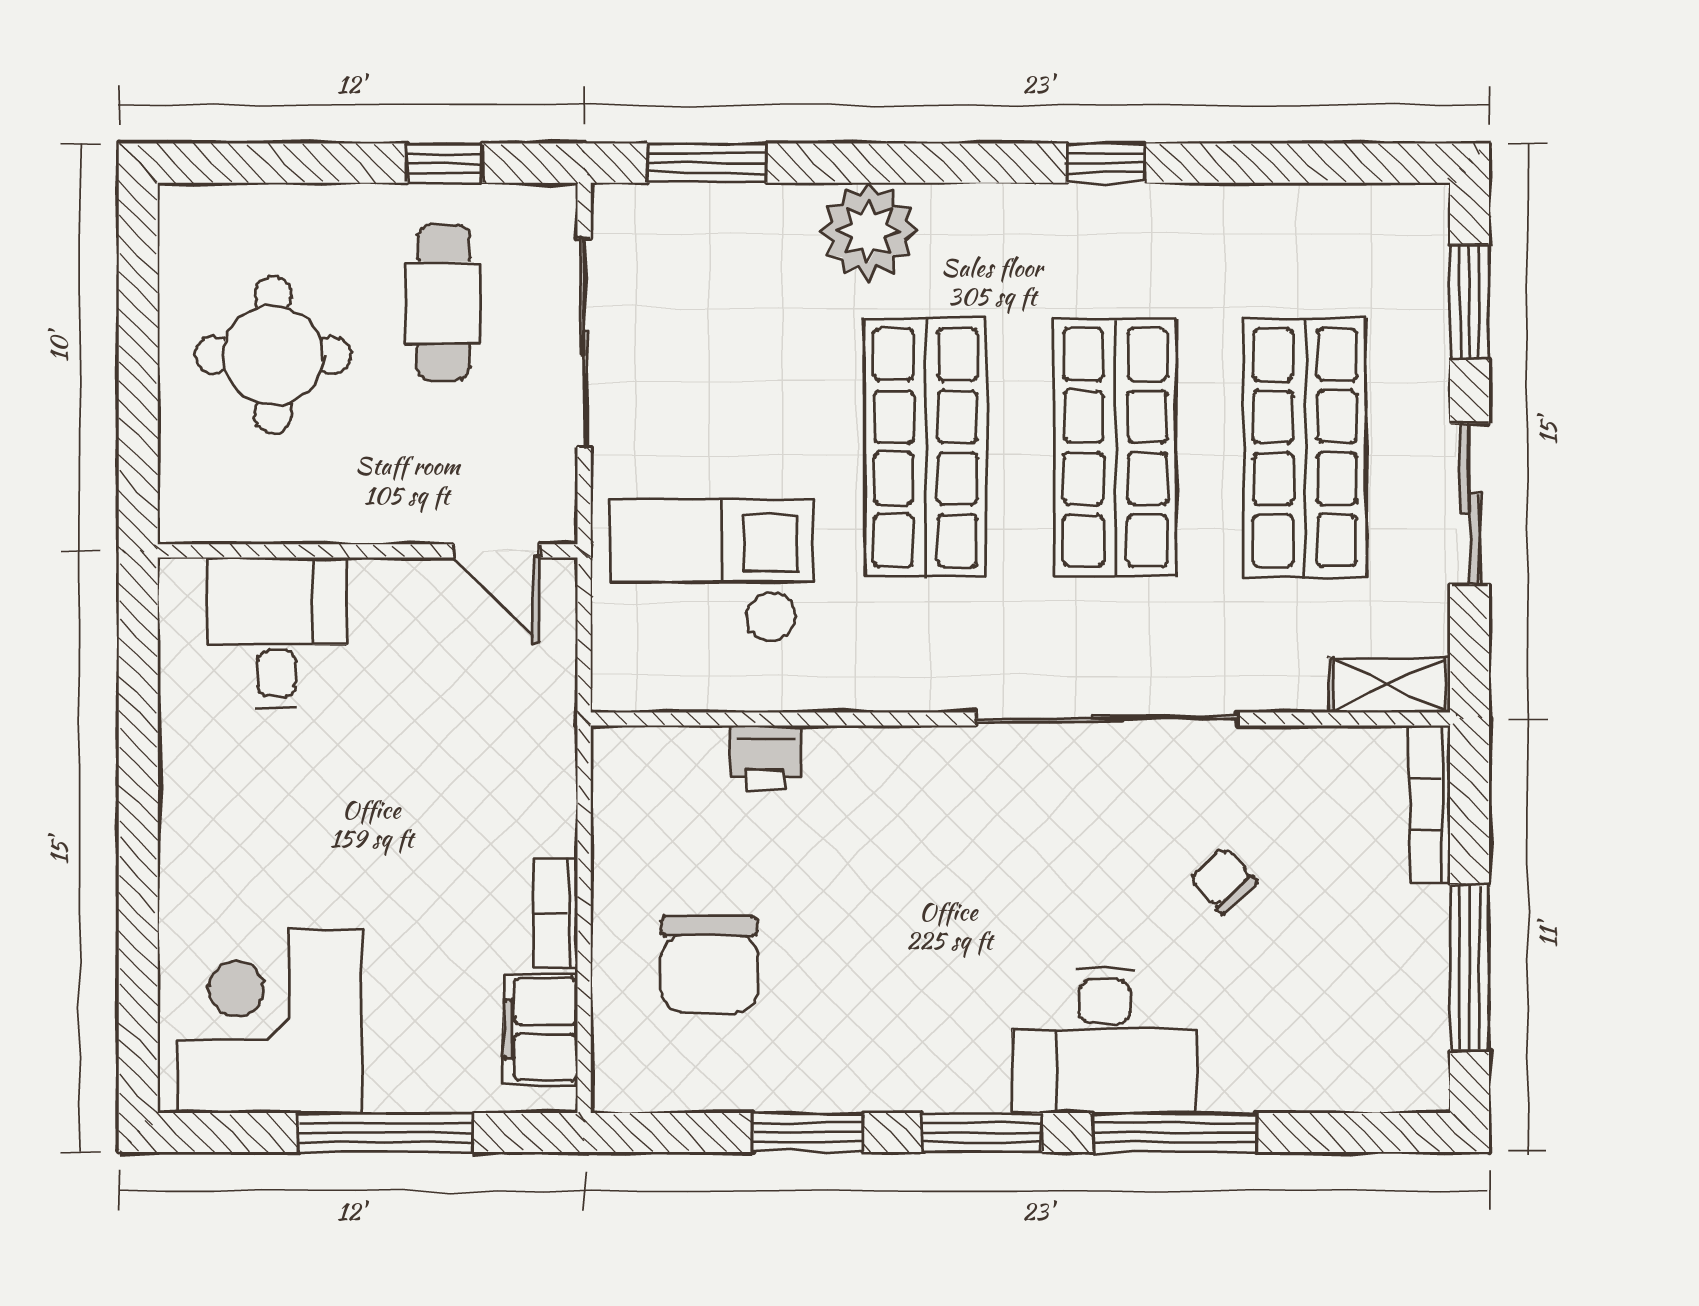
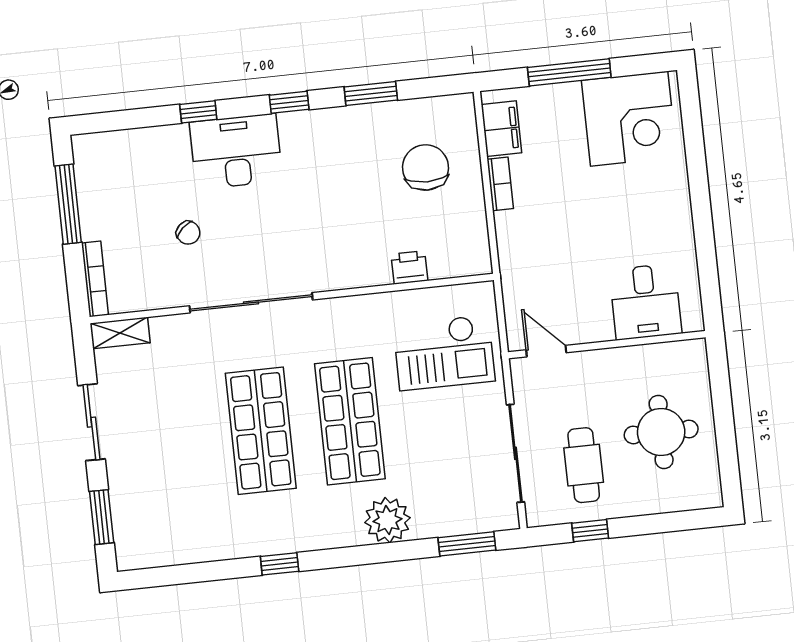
shop shelf: (1305, 448) -> (172, 440), removed
window: (982, 1133) -> (289, 102), width x0.67
window: (1175, 1133) -> (198, 112), width x0.46

